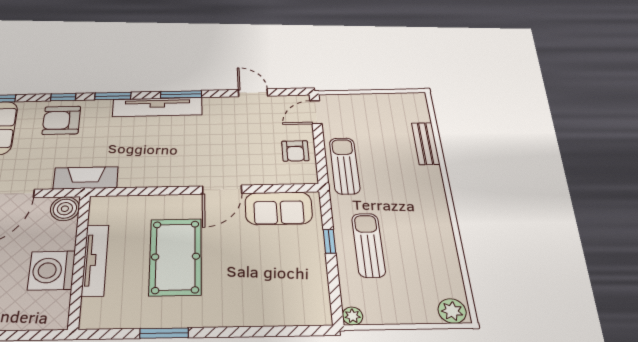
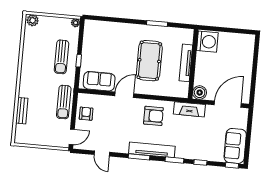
armchair: (61, 120) -> (153, 116), moved
washing machine: (52, 270) -> (207, 42), moved

